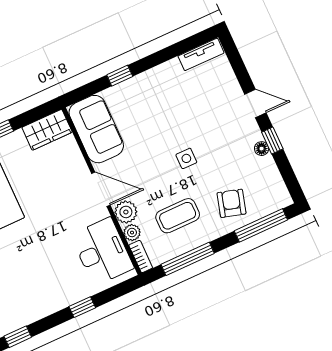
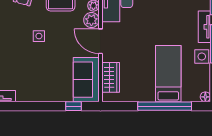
window: (120, 76) -> (74, 106), moved
wardrobe: (47, 130) -> (111, 77), moved, turned 90

